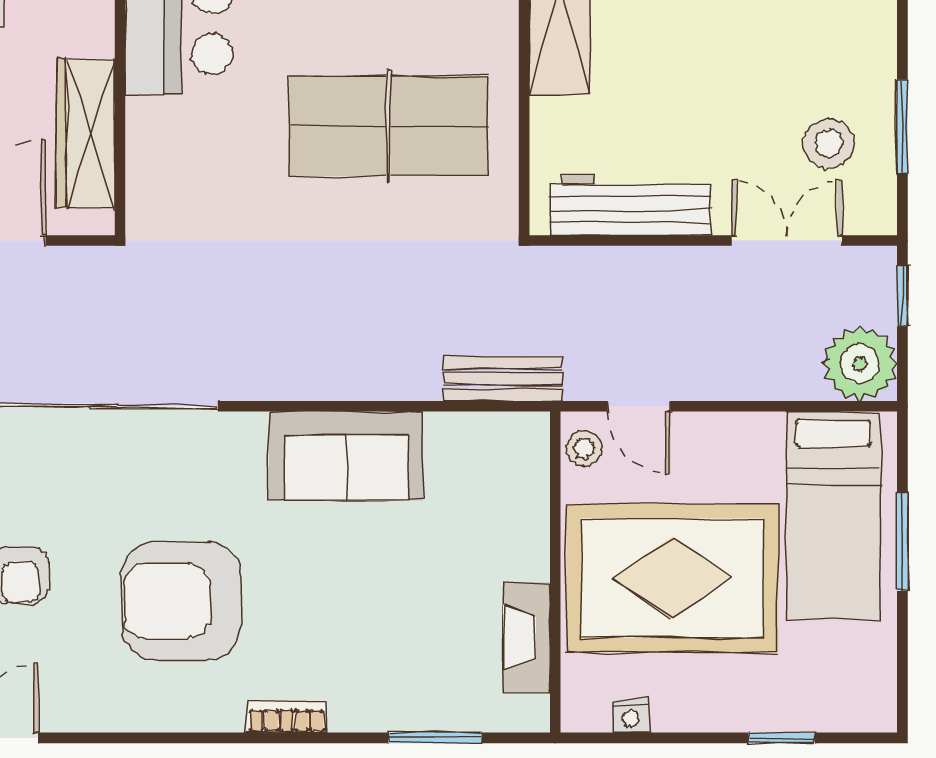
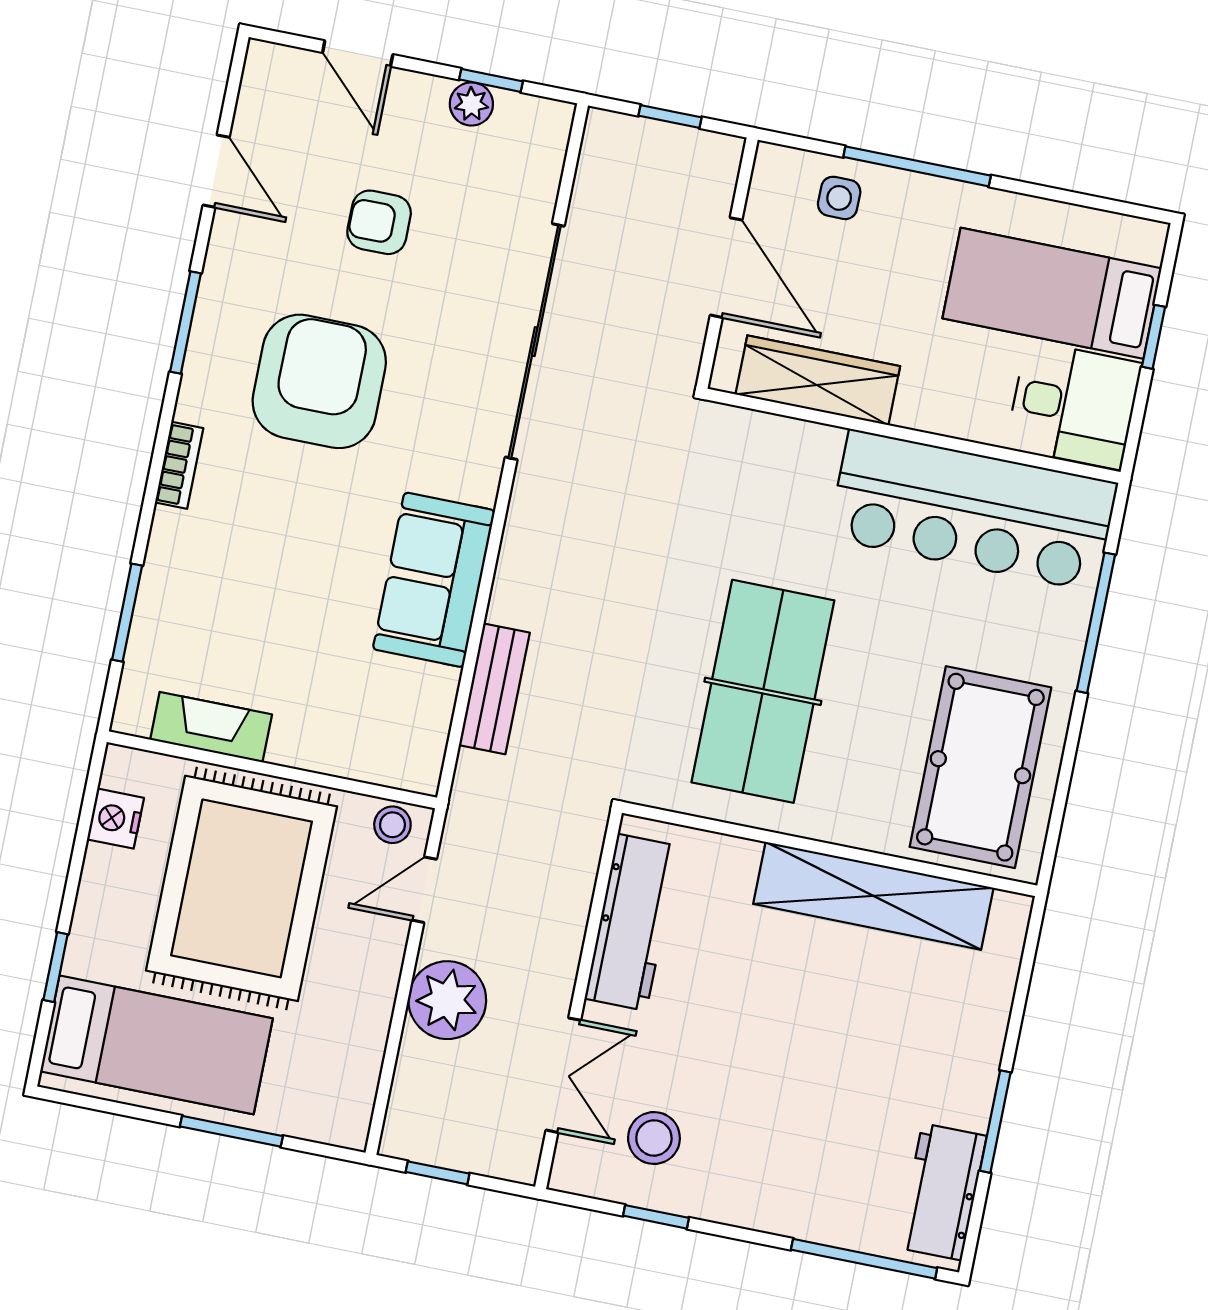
window: (902, 127) -> (656, 1217), width x0.67
window: (902, 296) -> (438, 1173), moved
plant: (860, 364) -> (447, 1000), moved
bench: (503, 378) -> (494, 689), moved
bed: (833, 516) -> (156, 1045), moved, turned 180
nightstand: (631, 716) -> (115, 819), width x1.39, depth x1.35
window: (151, 738) -> (186, 323), added

